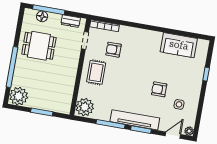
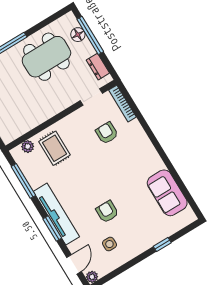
dining table: (39, 46) -> (46, 57), width x1.38
rug: (96, 72) -> (55, 148), moved, turned 90
plant: (85, 107) -> (28, 147), width x0.53, depth x0.53
window: (111, 124) -> (23, 181), moved
door: (173, 135) -> (74, 264), hinge flipped

